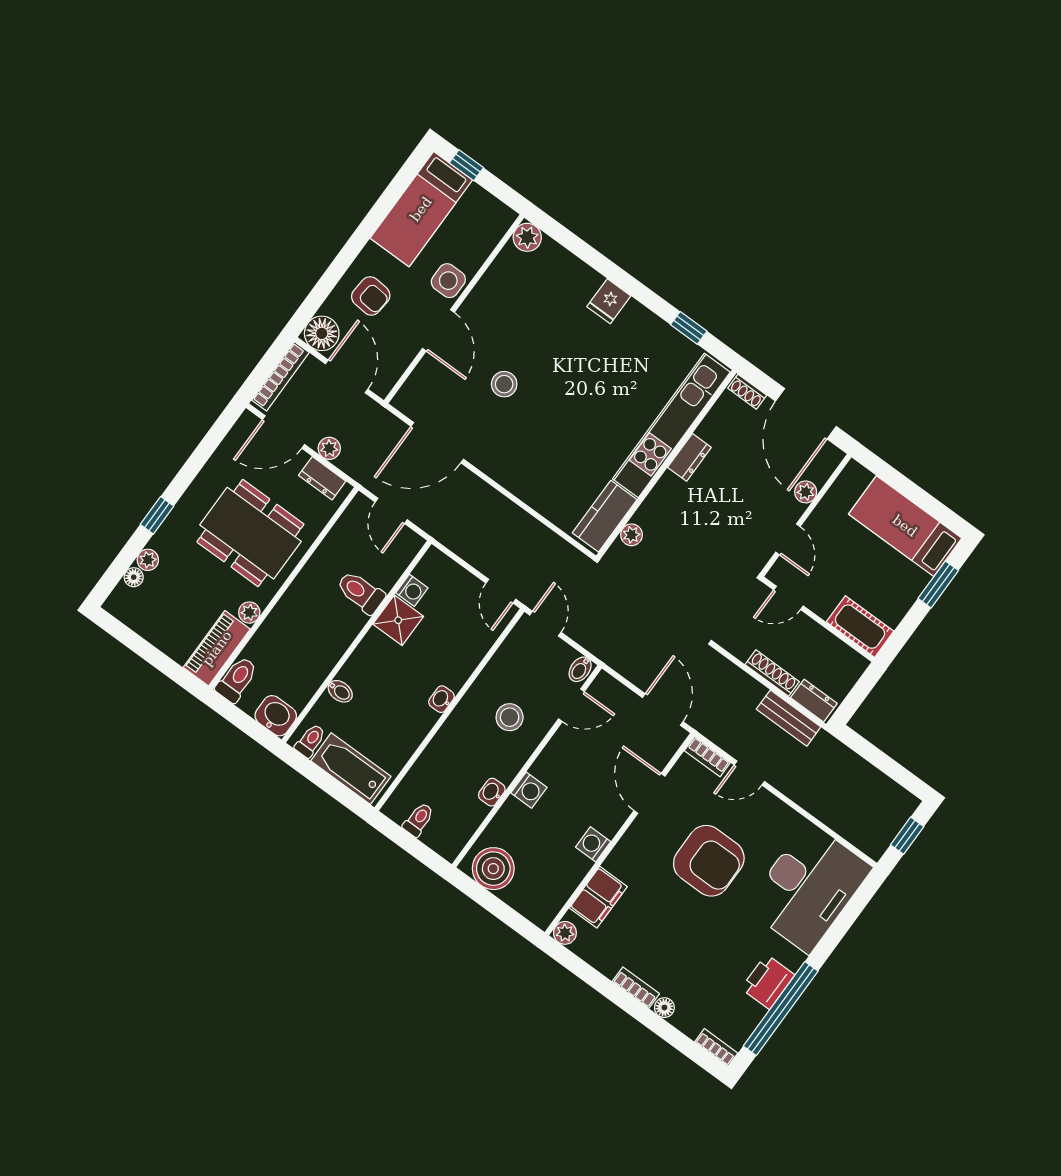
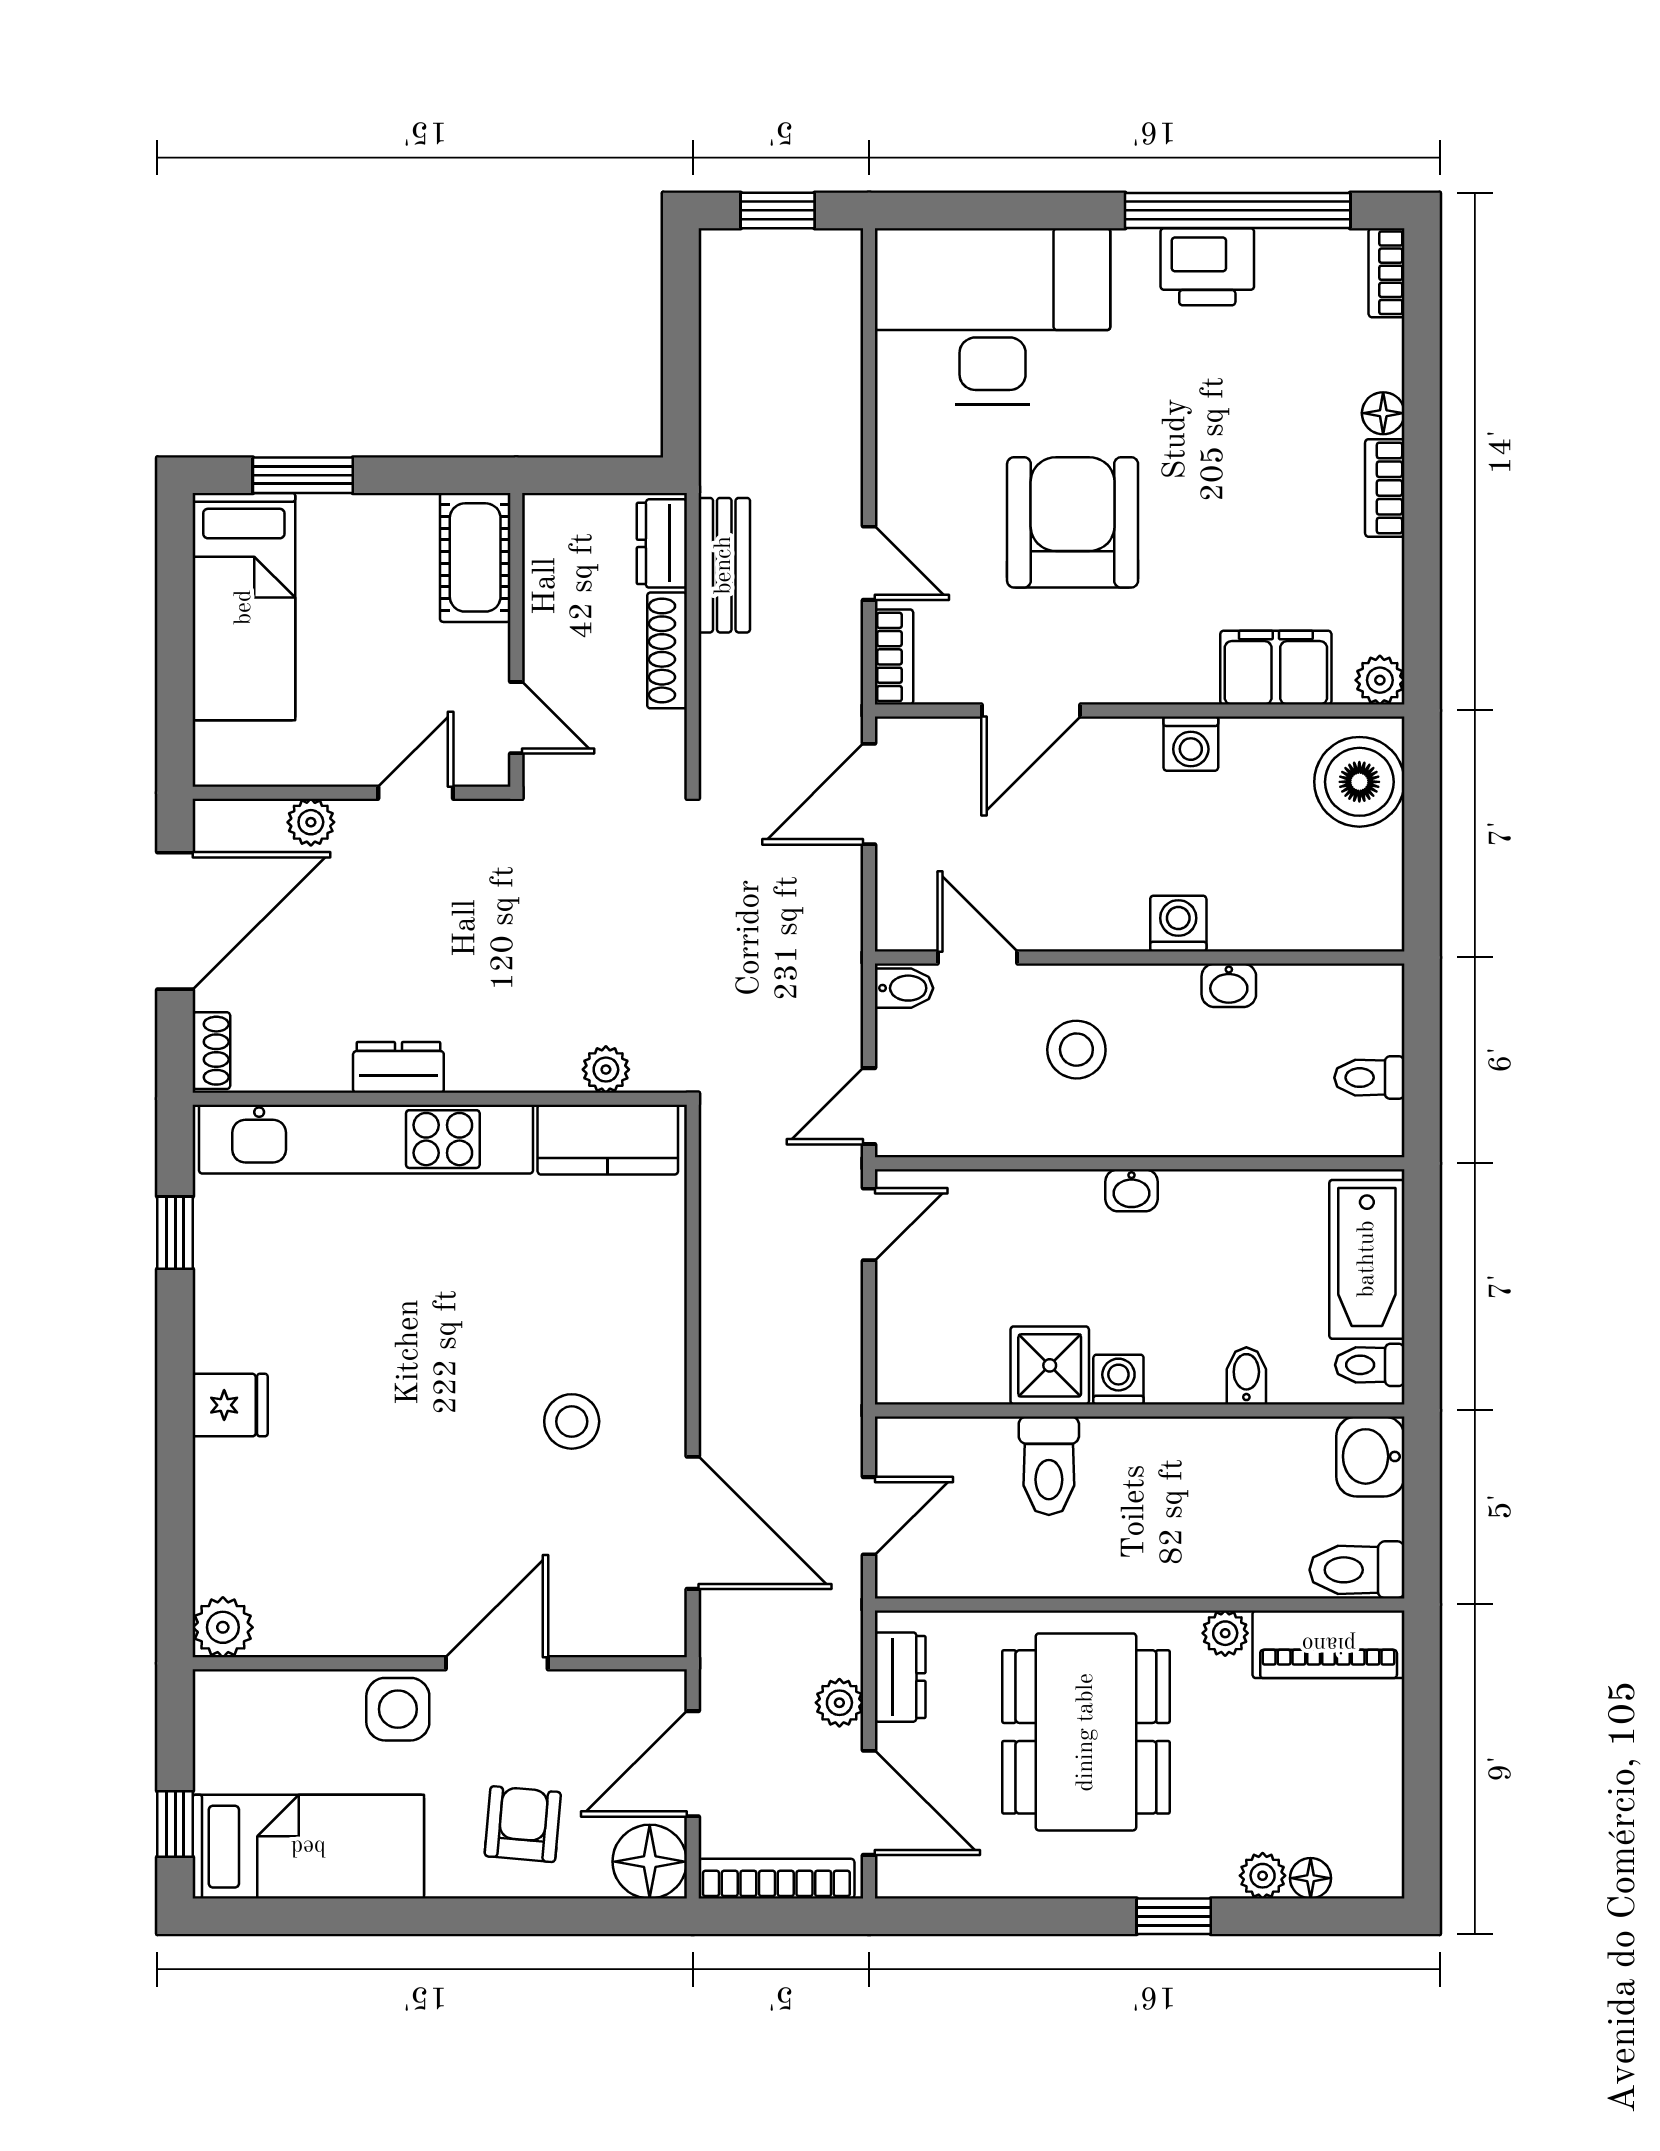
stool: (504, 384) -> (572, 1421), moved
washing machine: (412, 590) -> (1118, 1380), moved
boiler: (493, 869) -> (1359, 782), moved

